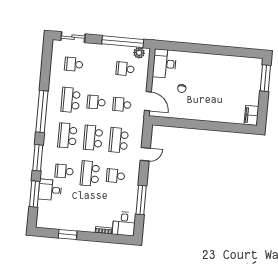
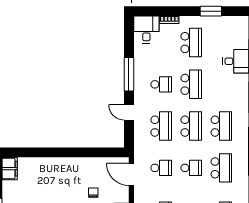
door: (145, 154) -> (129, 112), hinge flipped
school desk: (64, 171) -> (191, 43), moved, width x1.85
window: (141, 200) -> (129, 74), moved

